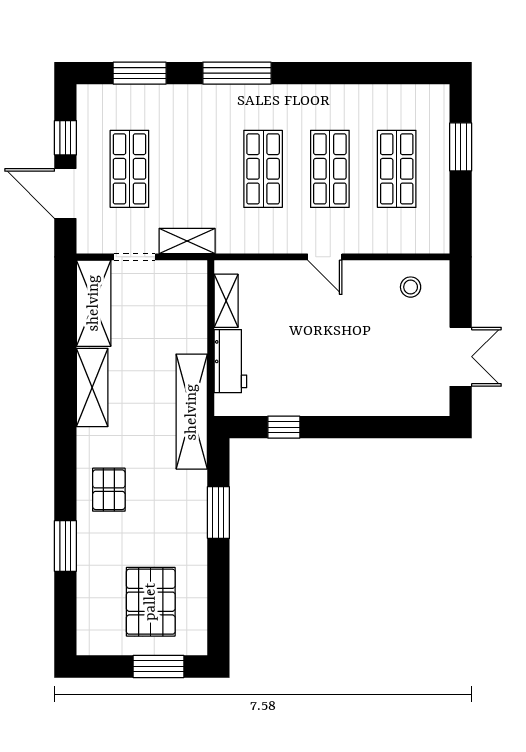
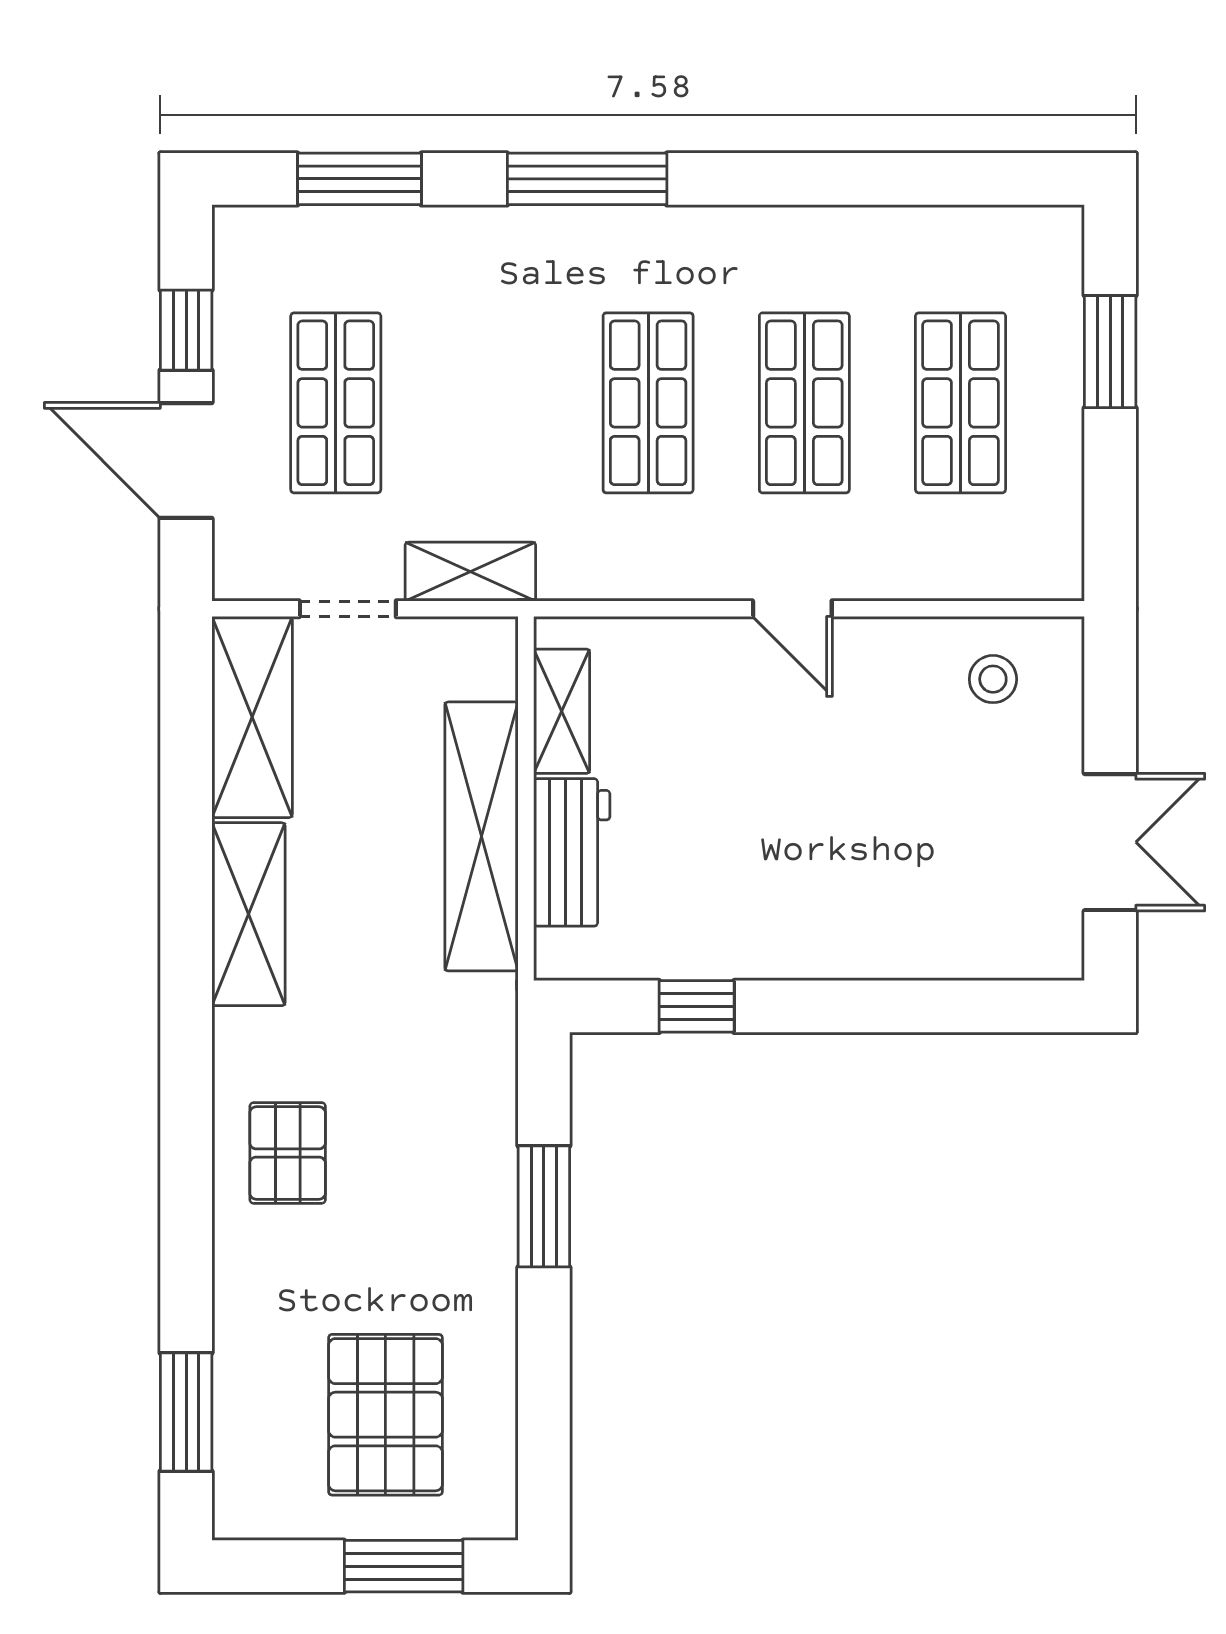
shelving: (192, 412) -> (481, 836), moved
window: (65, 546) -> (186, 1412), moved

